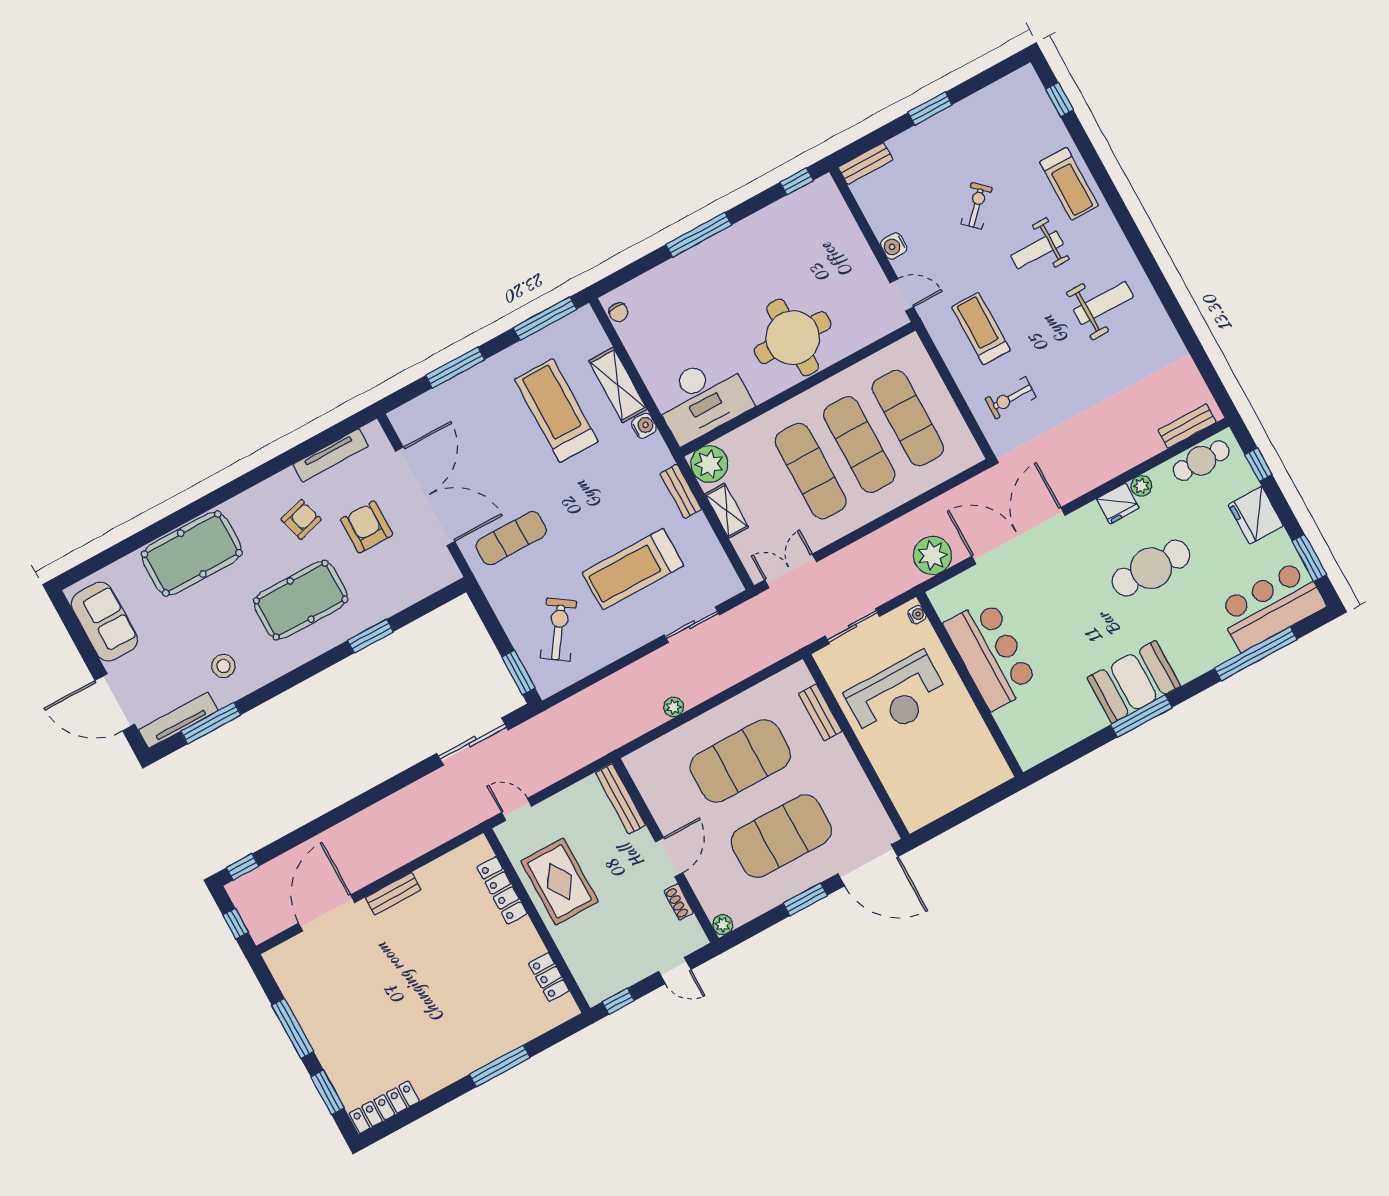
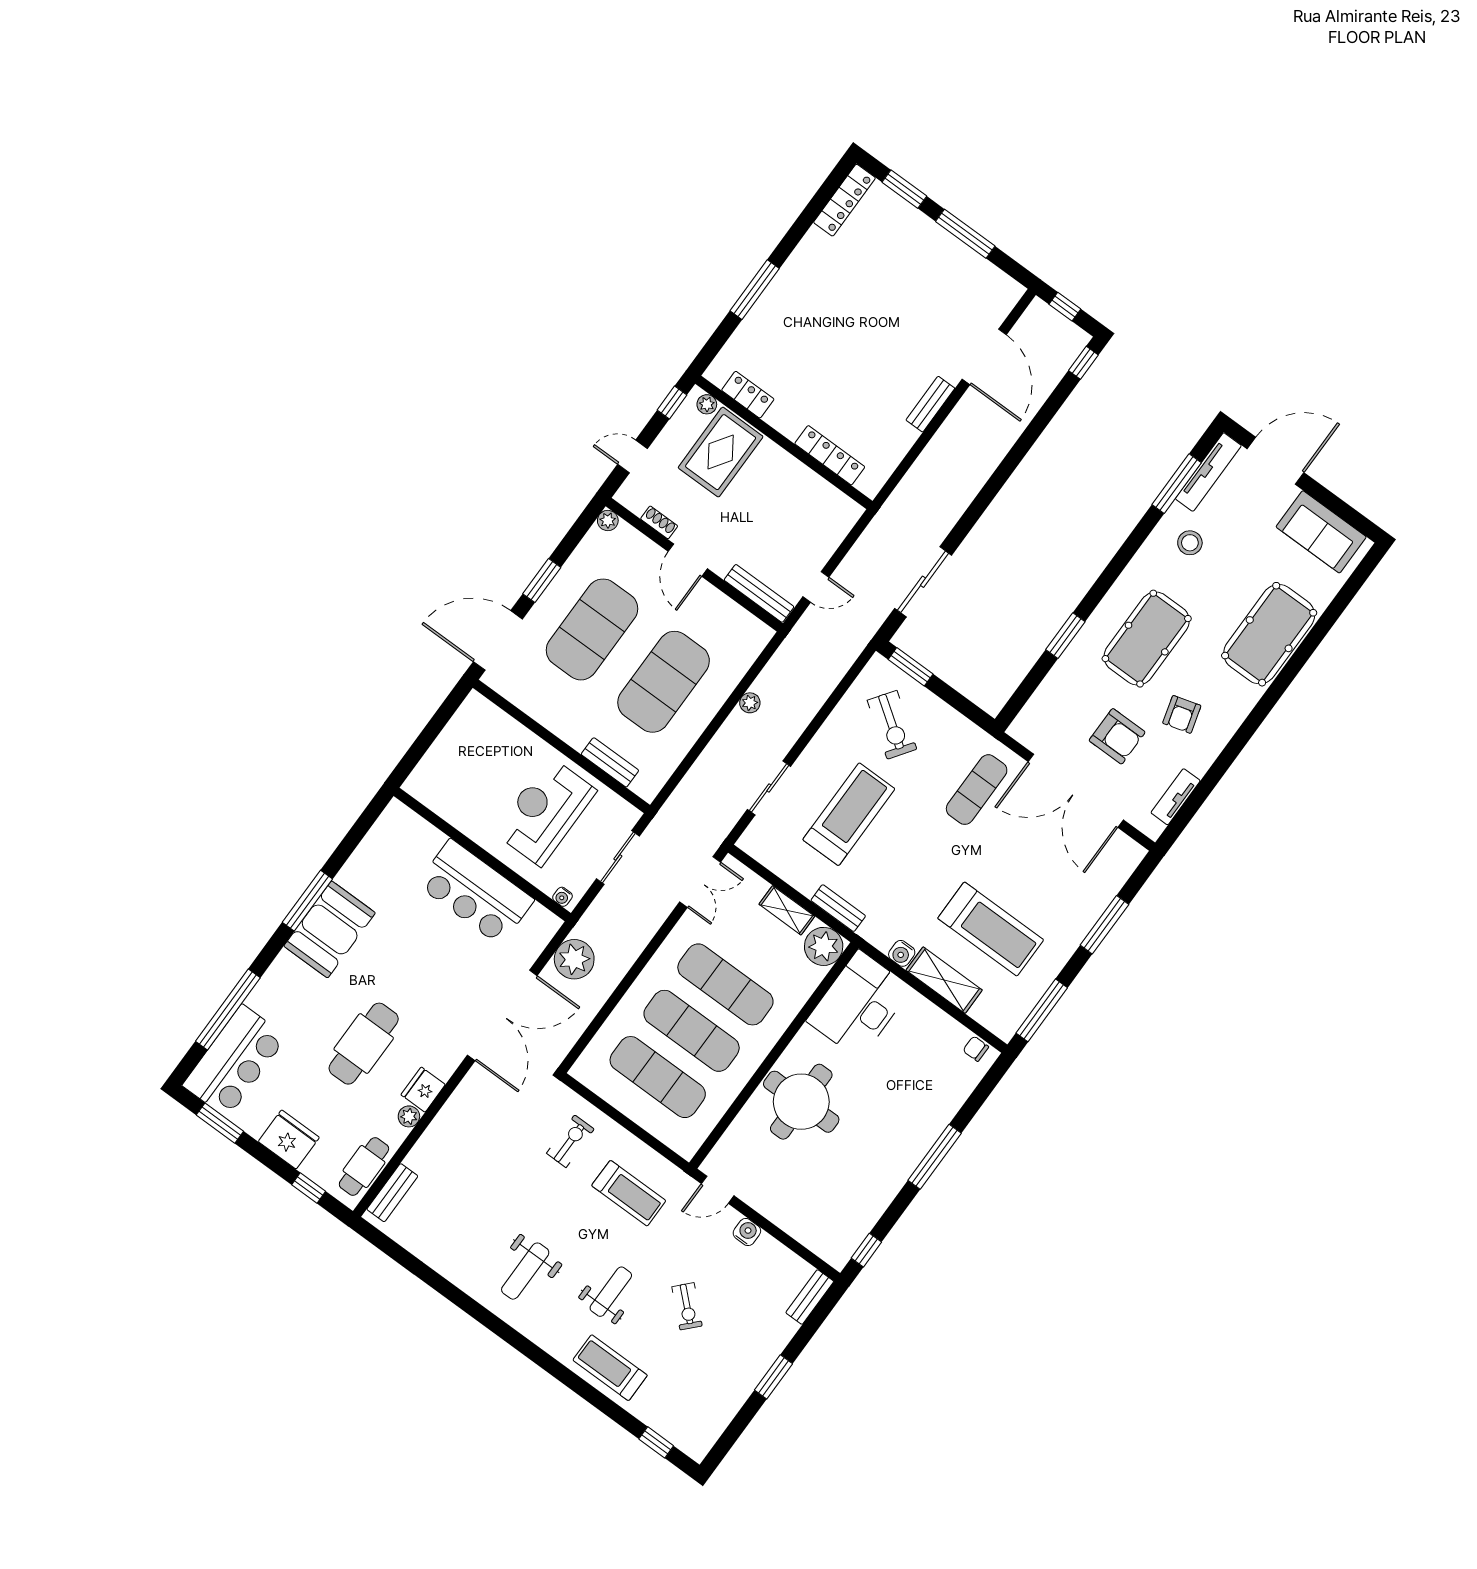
tv unit: (331, 455) -> (1176, 797), width x0.71
door: (517, 809) -> (816, 587), moved
rug: (559, 881) -> (721, 452), moved, turned 90
plant: (589, 985) -> (707, 404), added

